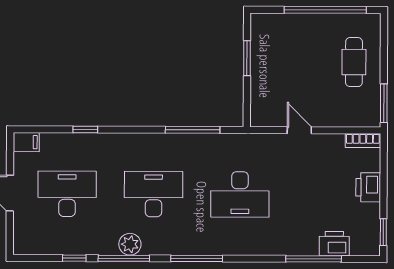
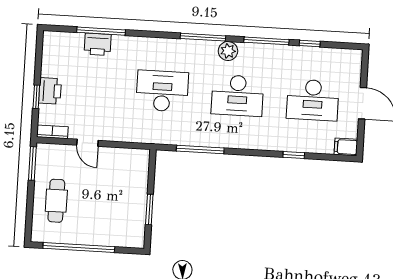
door: (299, 130) -> (87, 143), moved
window: (383, 232) -> (36, 97), moved
plant: (130, 244) -> (228, 51), moved
printer: (334, 244) -> (98, 44), moved

